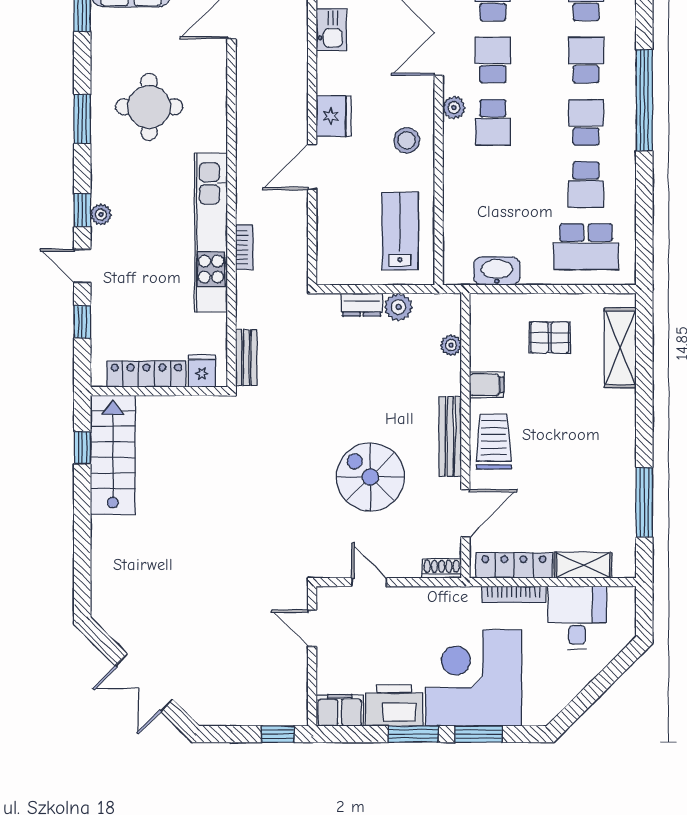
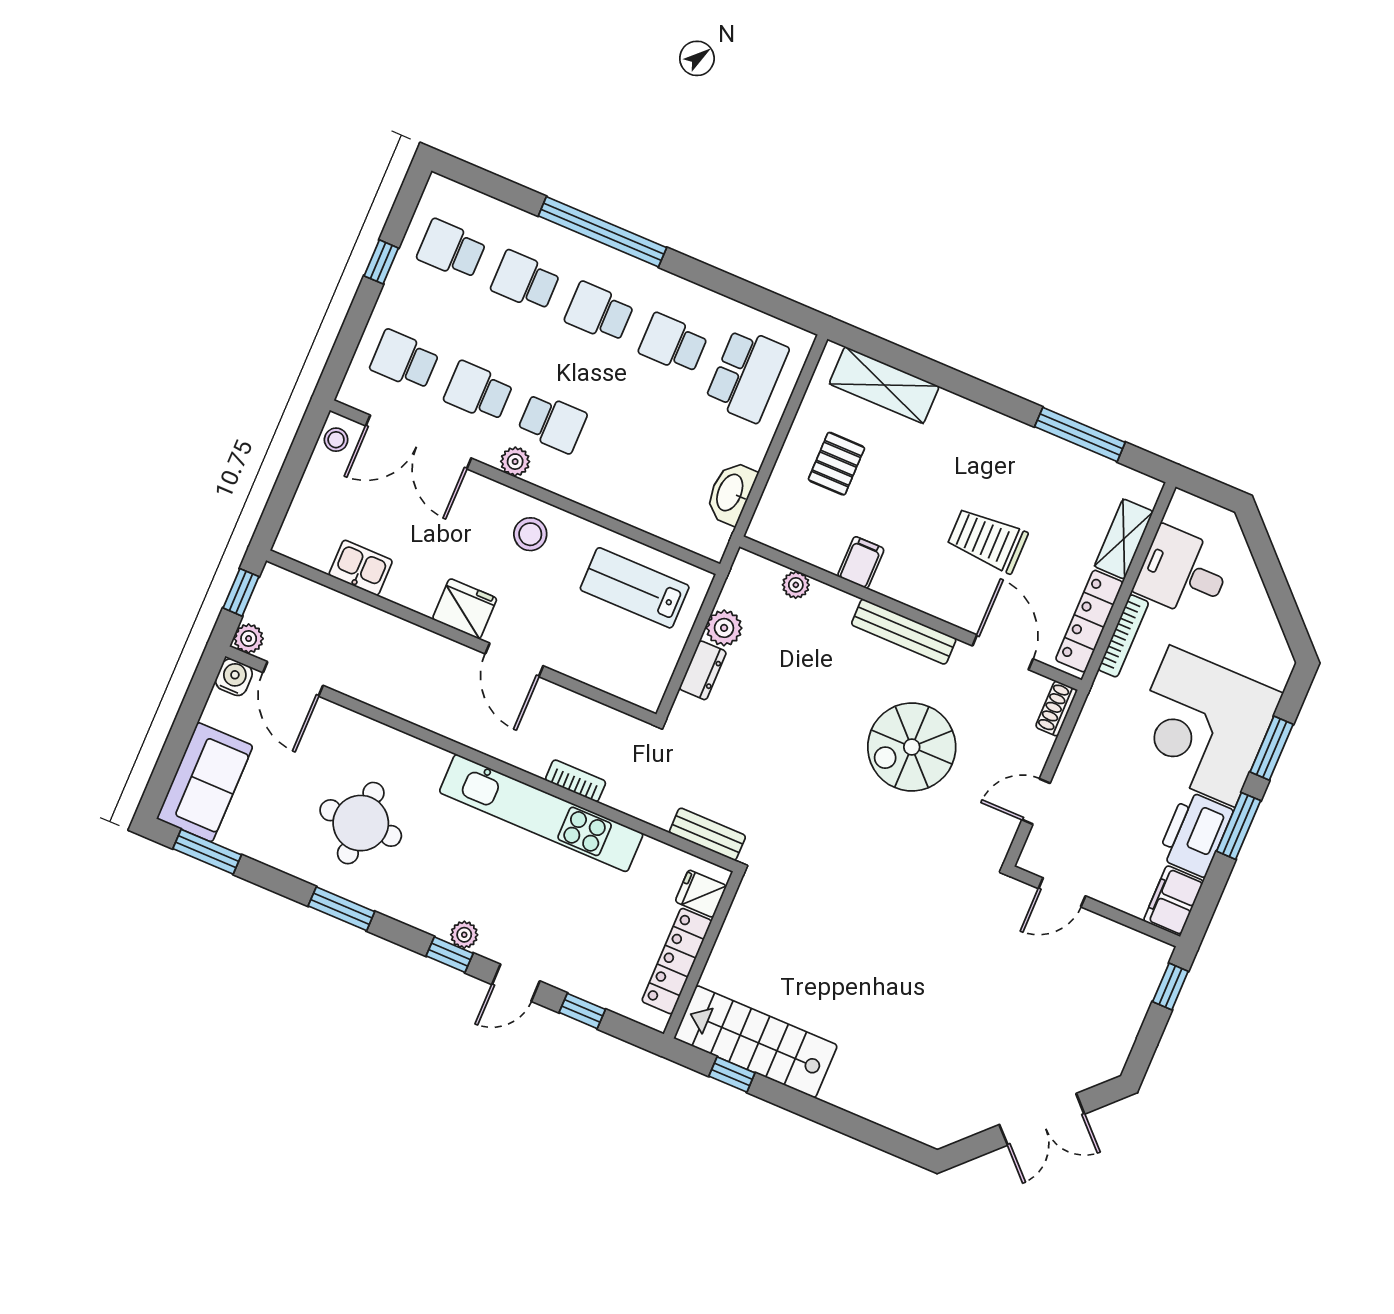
school desk: (586, 185) -> (673, 343), turned 180
trolley: (494, 442) -> (987, 540), moved

